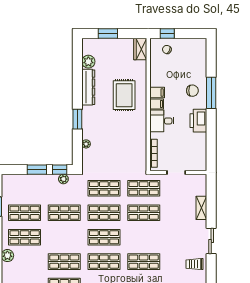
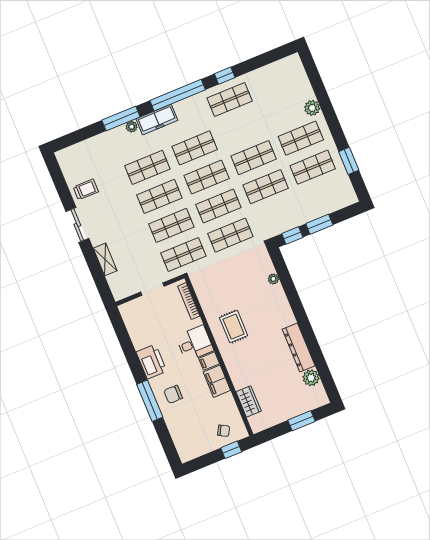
wardrobe: (140, 49) -> (249, 401), moved
filing cabinet: (157, 93) -> (217, 381), width x2.00
rug: (124, 95) -> (234, 327), moved, width x0.73, depth x0.70
window: (77, 119) -> (296, 304), removed
plant: (63, 179) -> (283, 226), removed
shop shelf: (144, 237) -> (159, 196), added
shop shelf: (64, 262) -> (254, 158), moved

